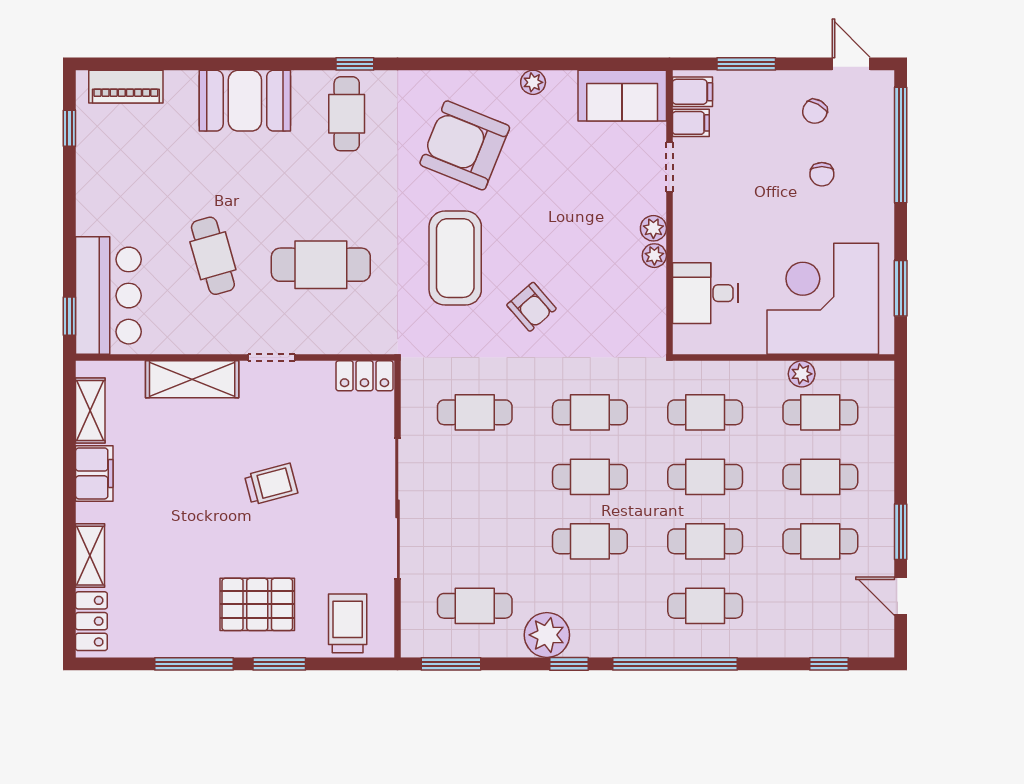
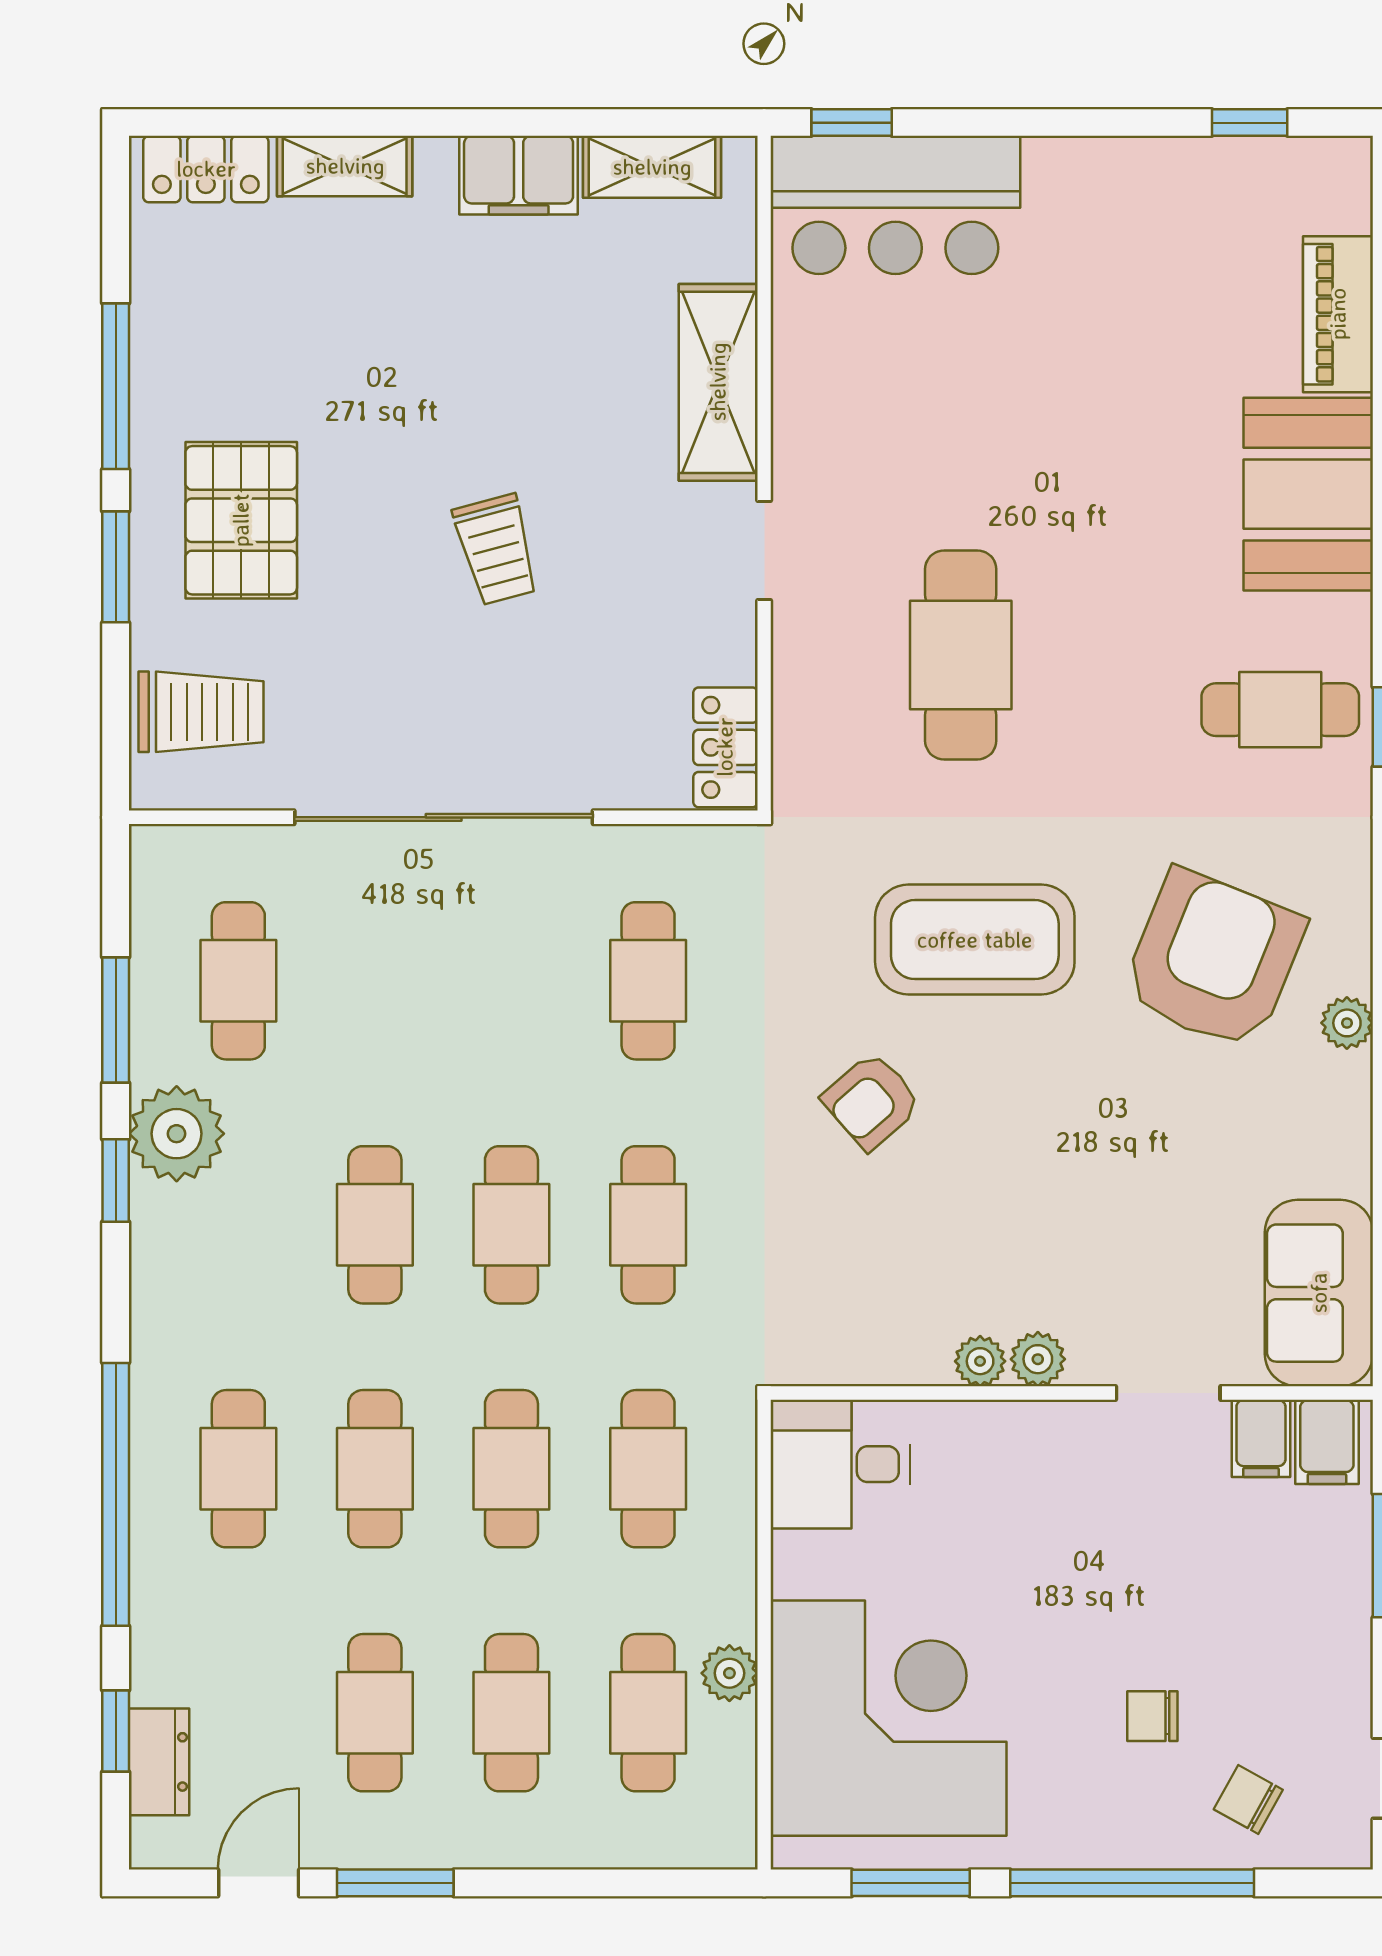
plant: (533, 82) -> (1347, 1023), moved
piano: (126, 87) -> (1338, 314), moved
chair: (815, 111) -> (1248, 1800), moved
window: (901, 145) -> (1132, 1883), moved
cafe table: (213, 256) -> (980, 426), removed
desk: (705, 293) -> (840, 1464), moved, turned -90
dresser: (844, 643) -> (159, 1762), added
window: (451, 664) -> (116, 1020), moved
window: (675, 664) -> (116, 1494), moved

